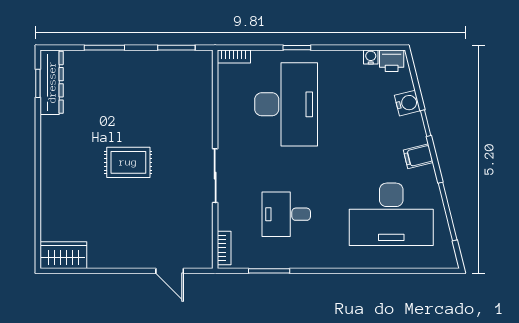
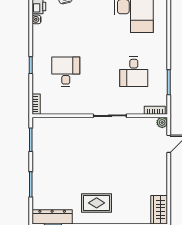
desk: (286, 104) -> (66, 72), width x0.53, depth x0.77
rug: (128, 162) -> (97, 203), moved, turned 90
plant: (204, 260) -> (162, 122), added

